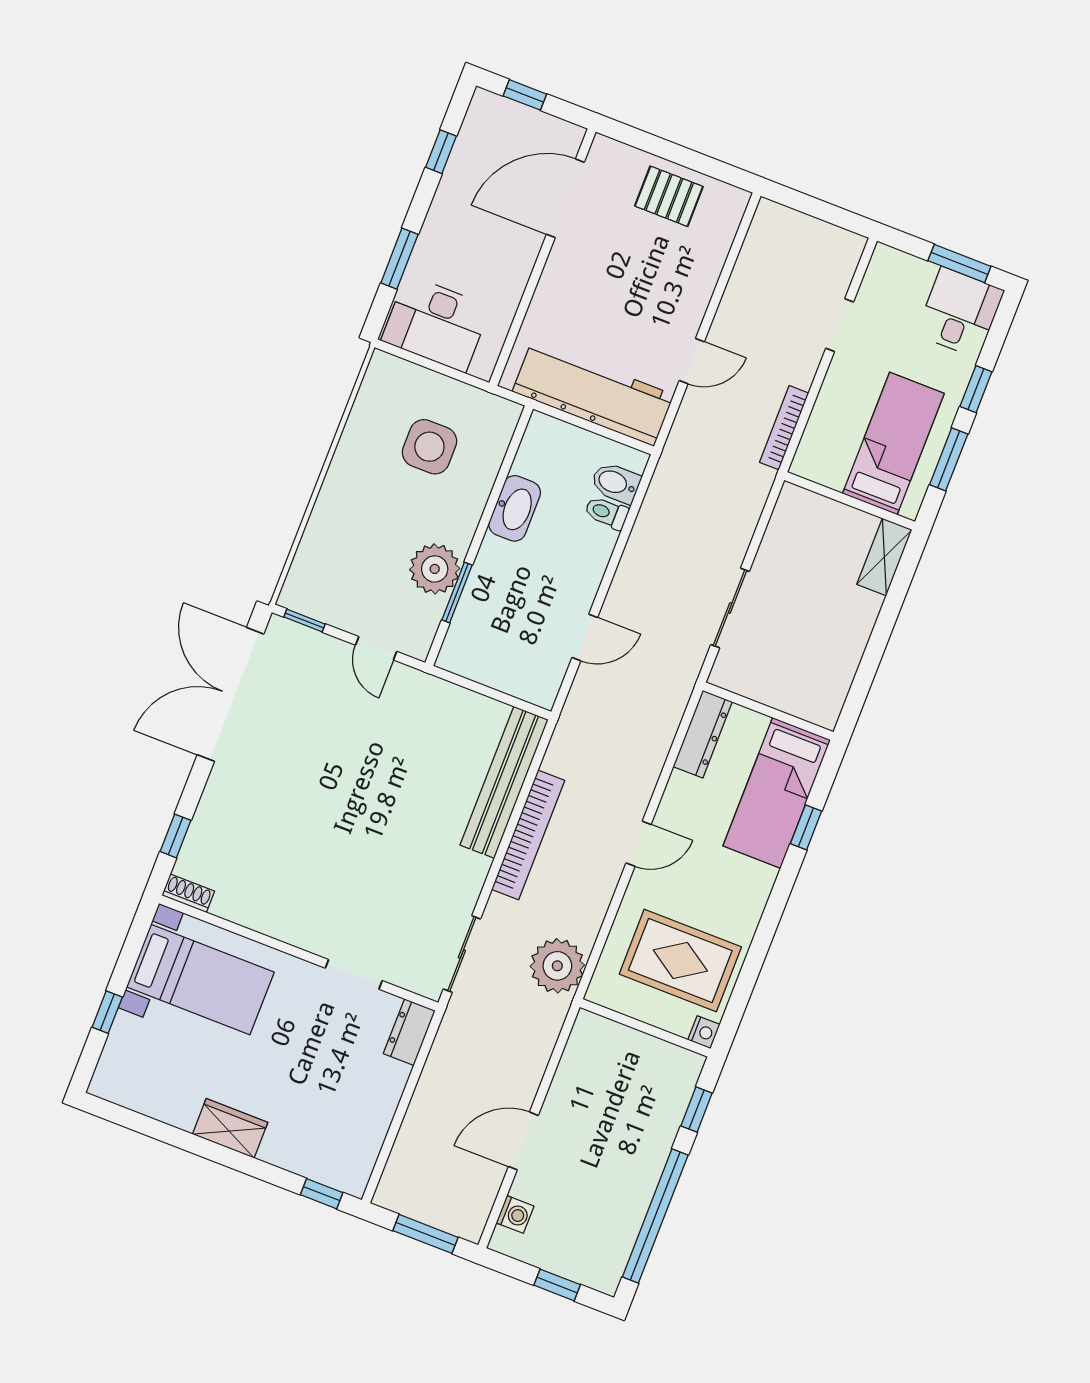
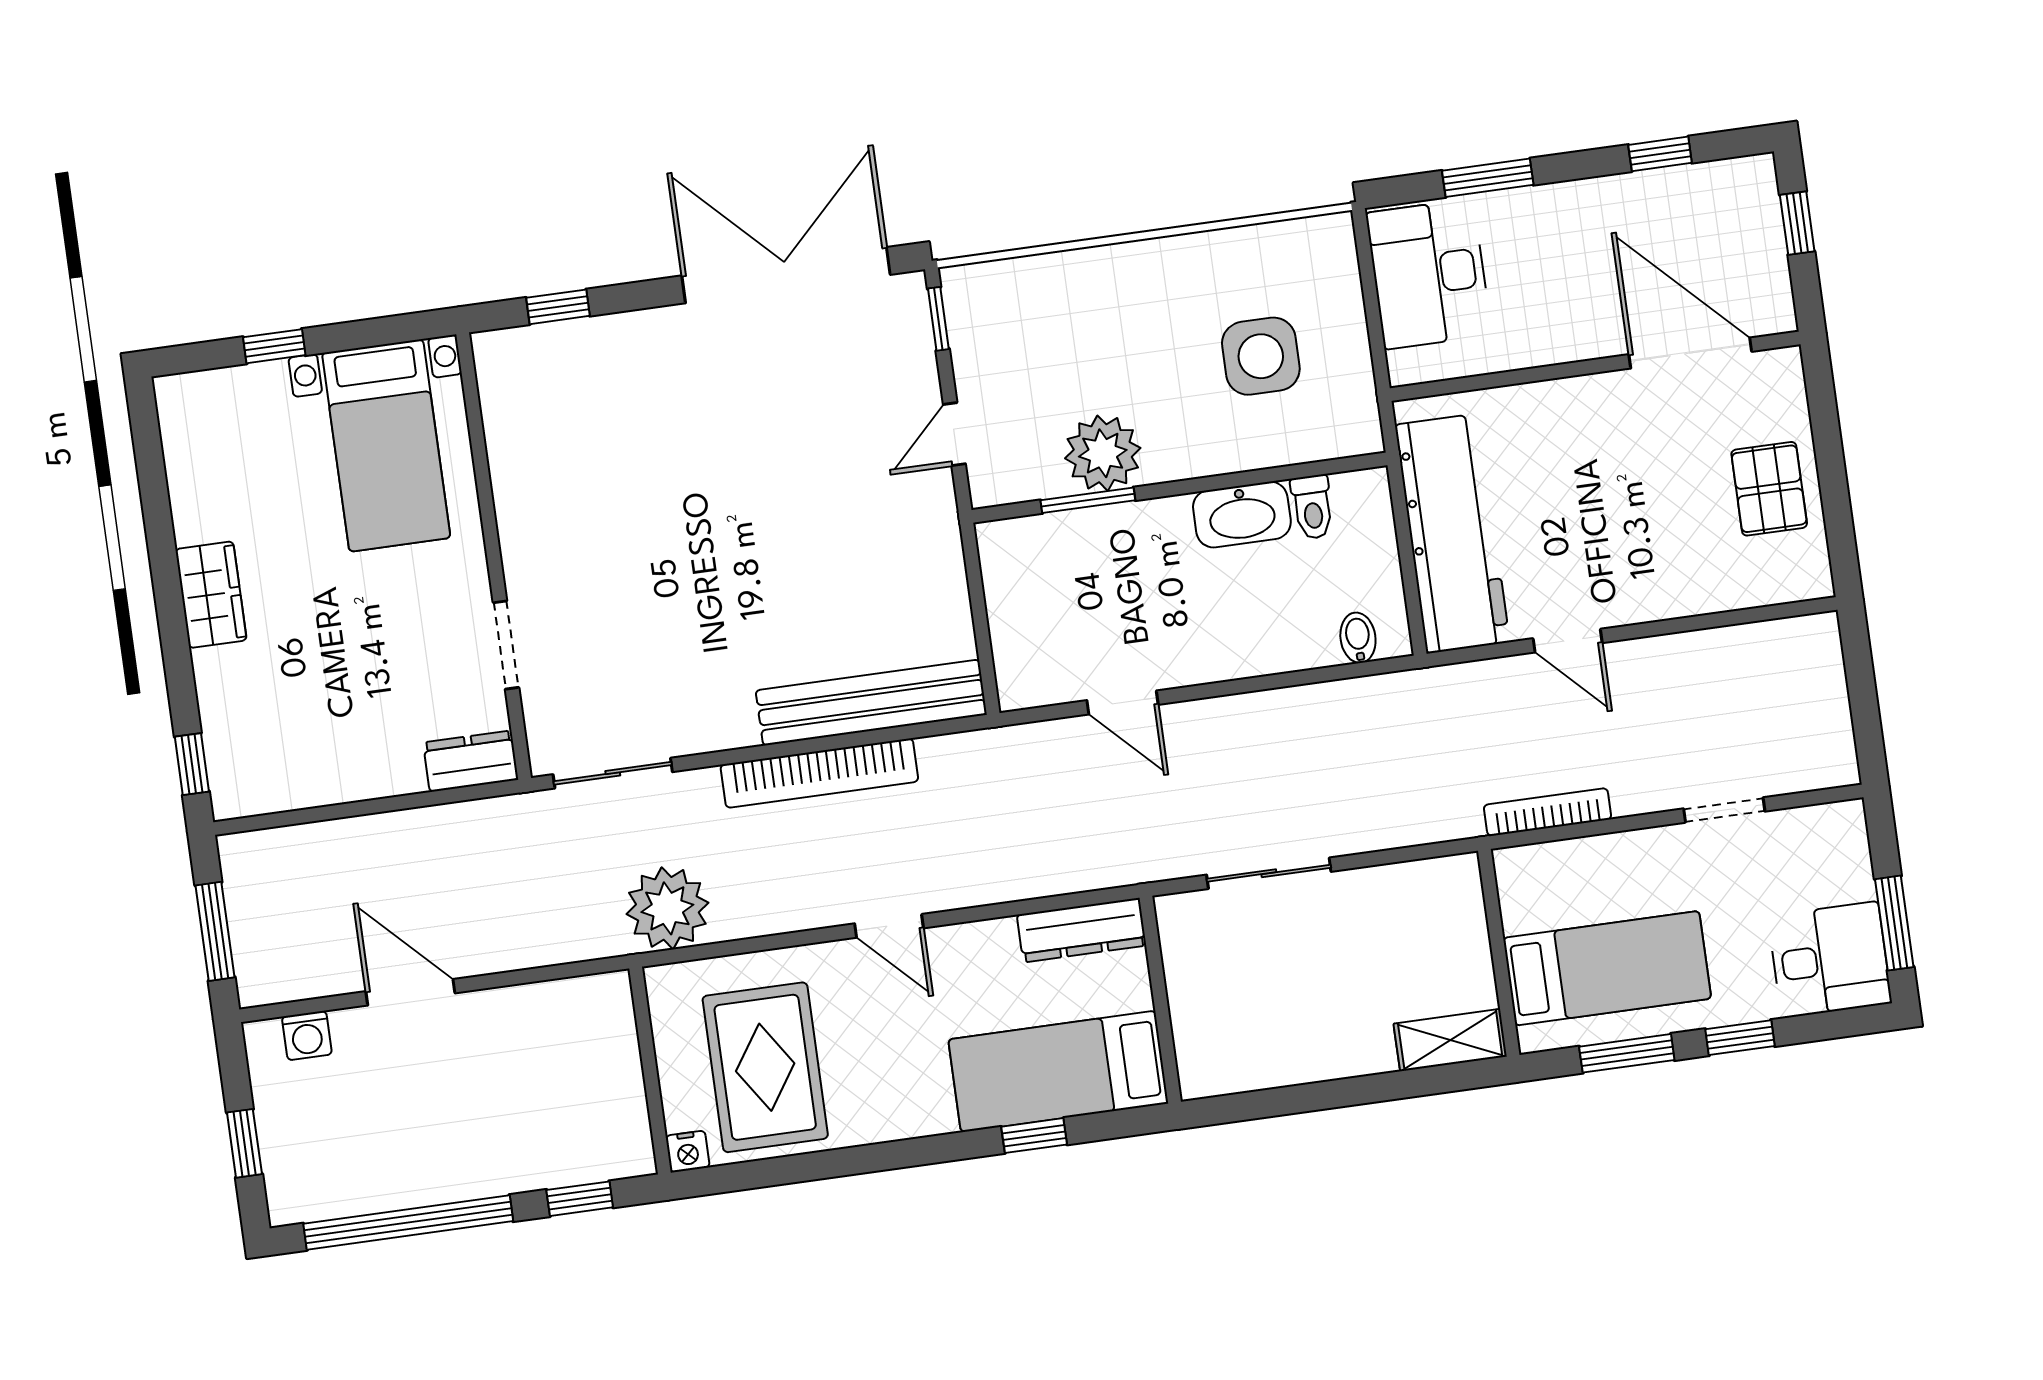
bidet: (616, 483) -> (1358, 638), width x0.72, depth x0.74
toilet: (607, 513) -> (1312, 507), moved, turned 180
shoe rack: (188, 893) -> (491, 366), removed

